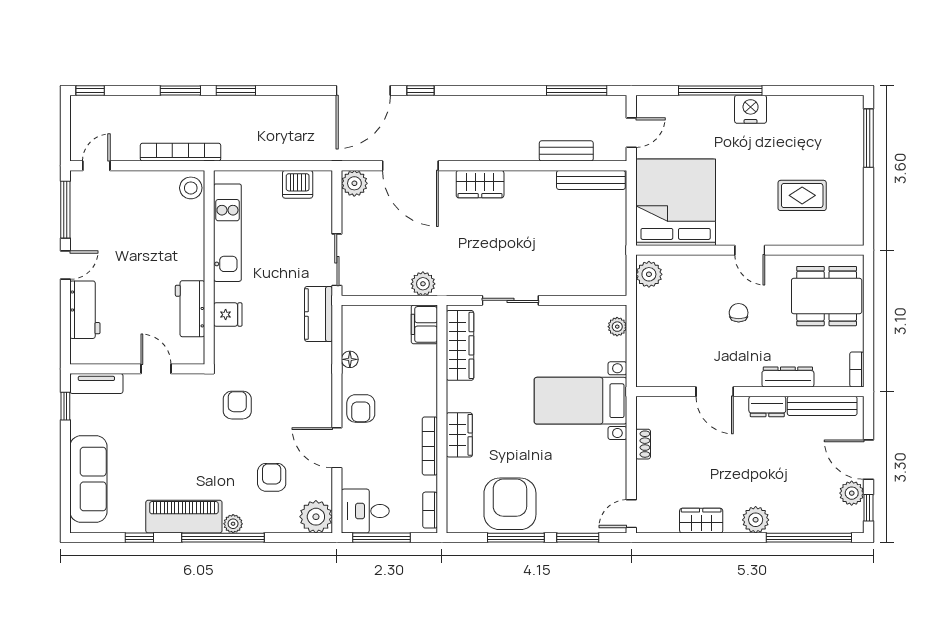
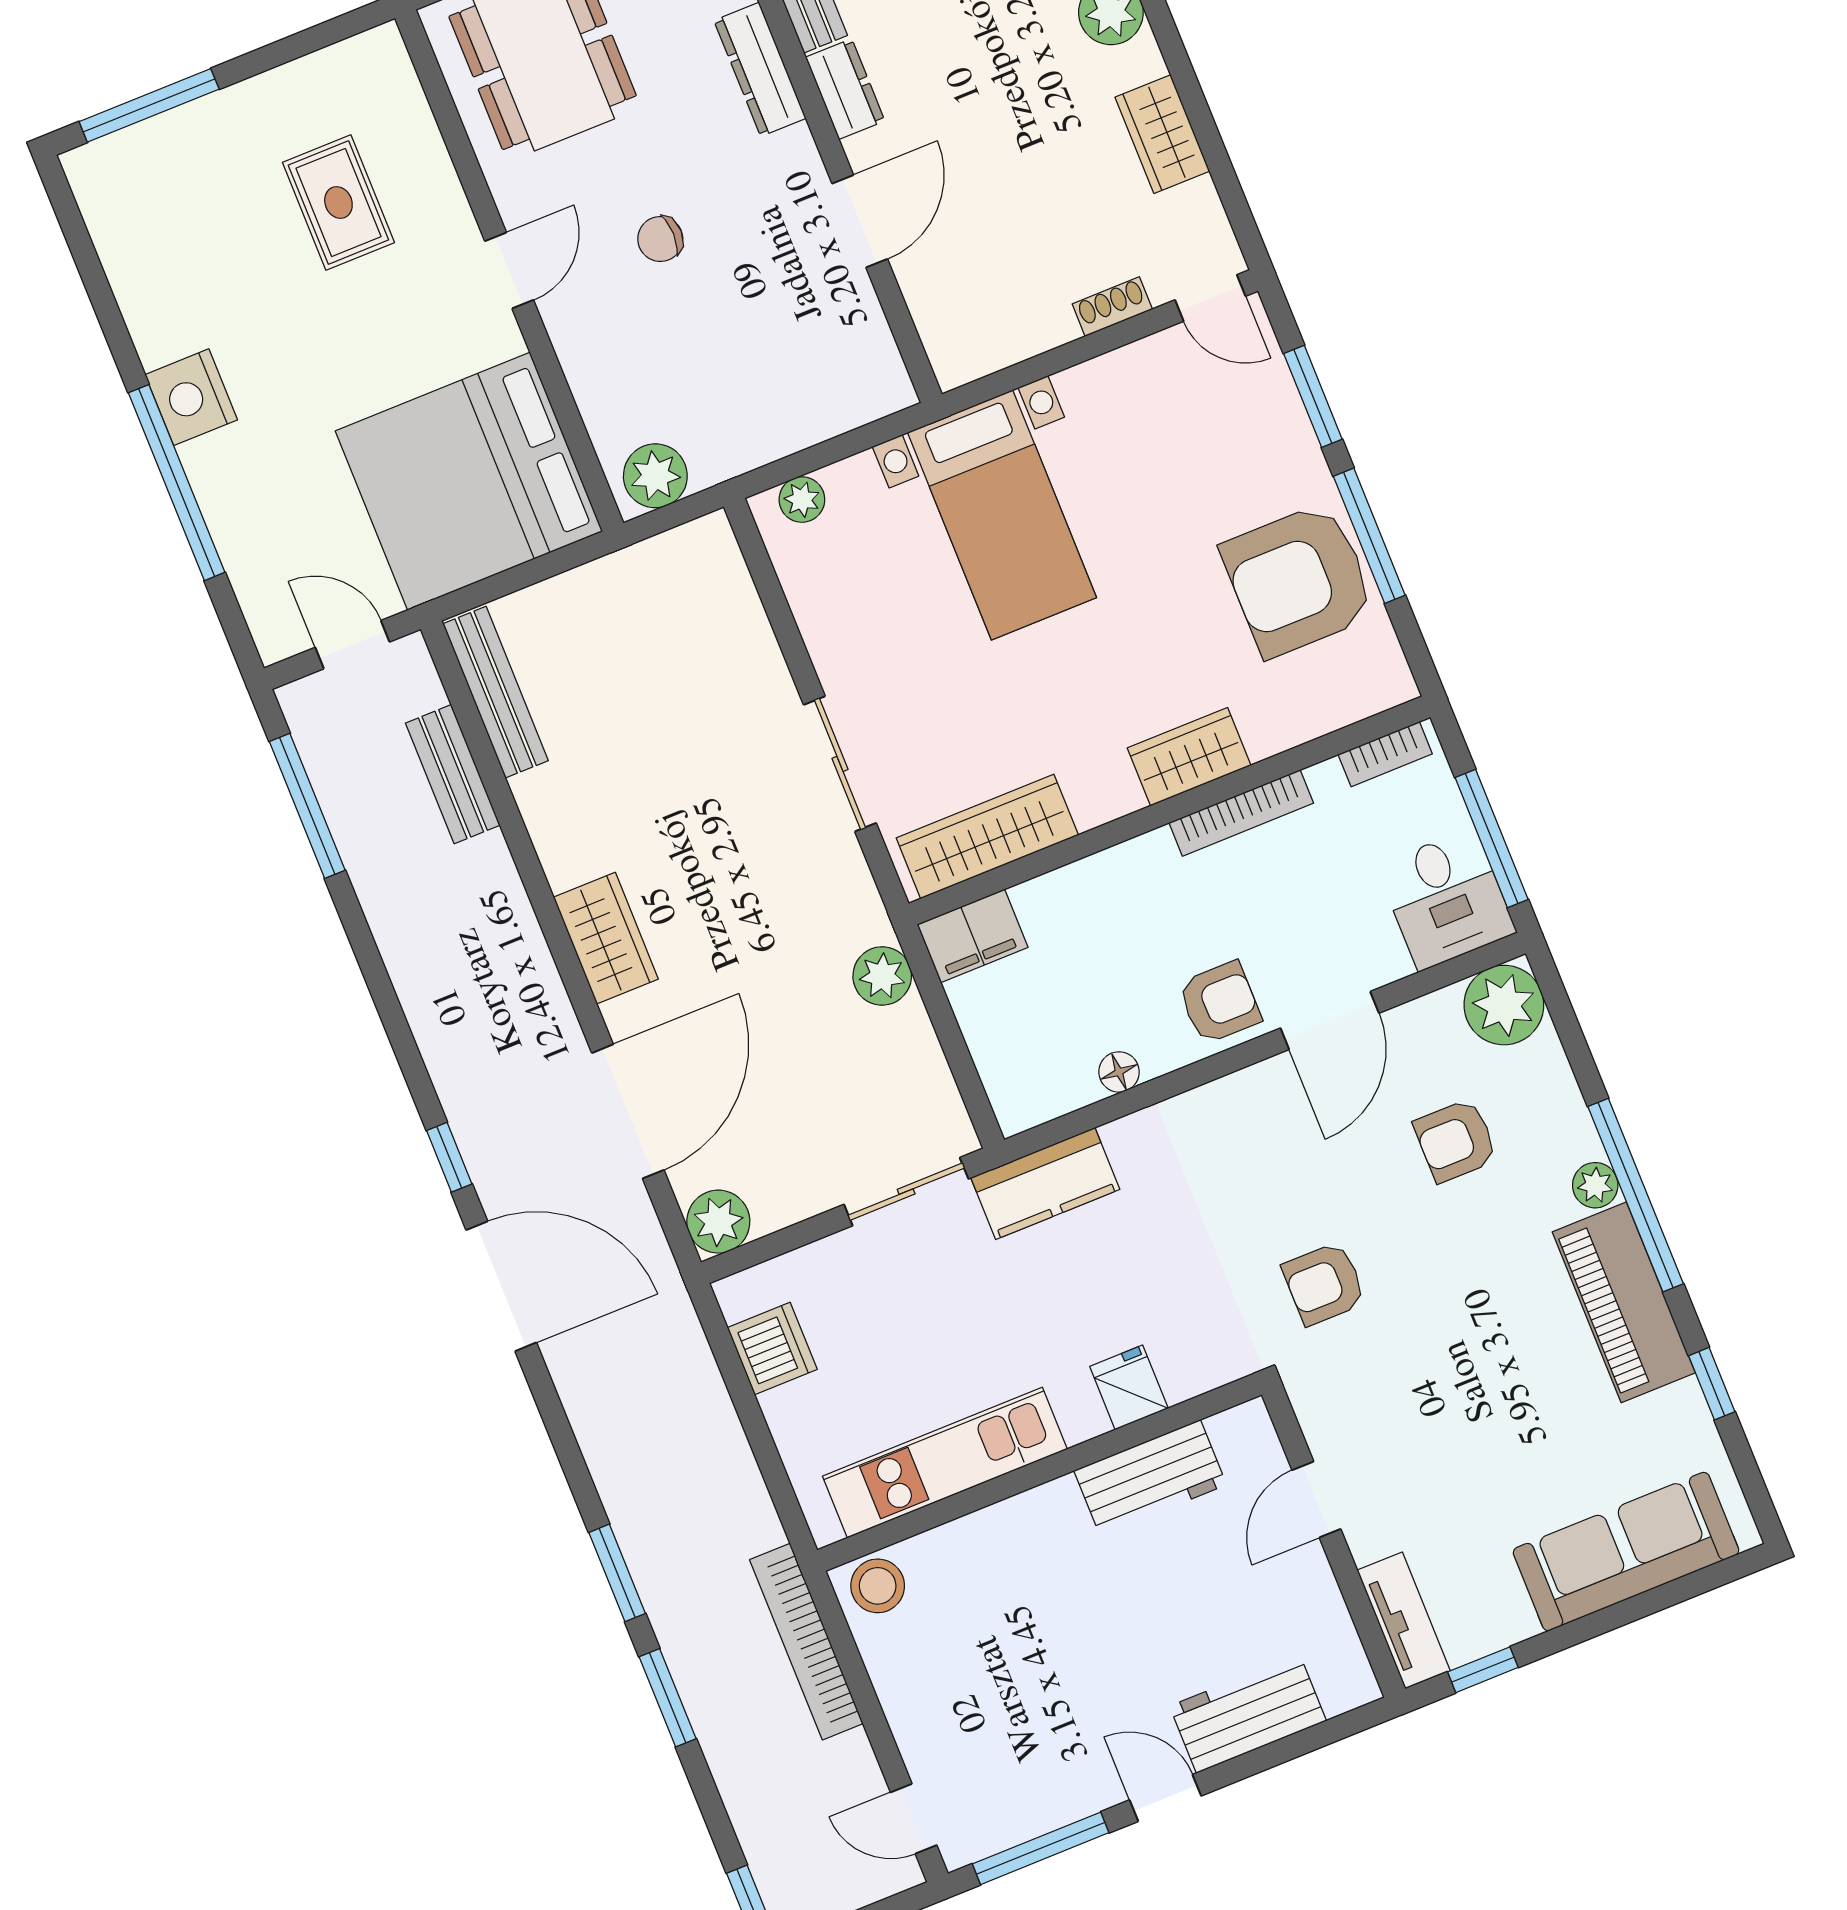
shoe rack: (643, 444) -> (1112, 307), moved

